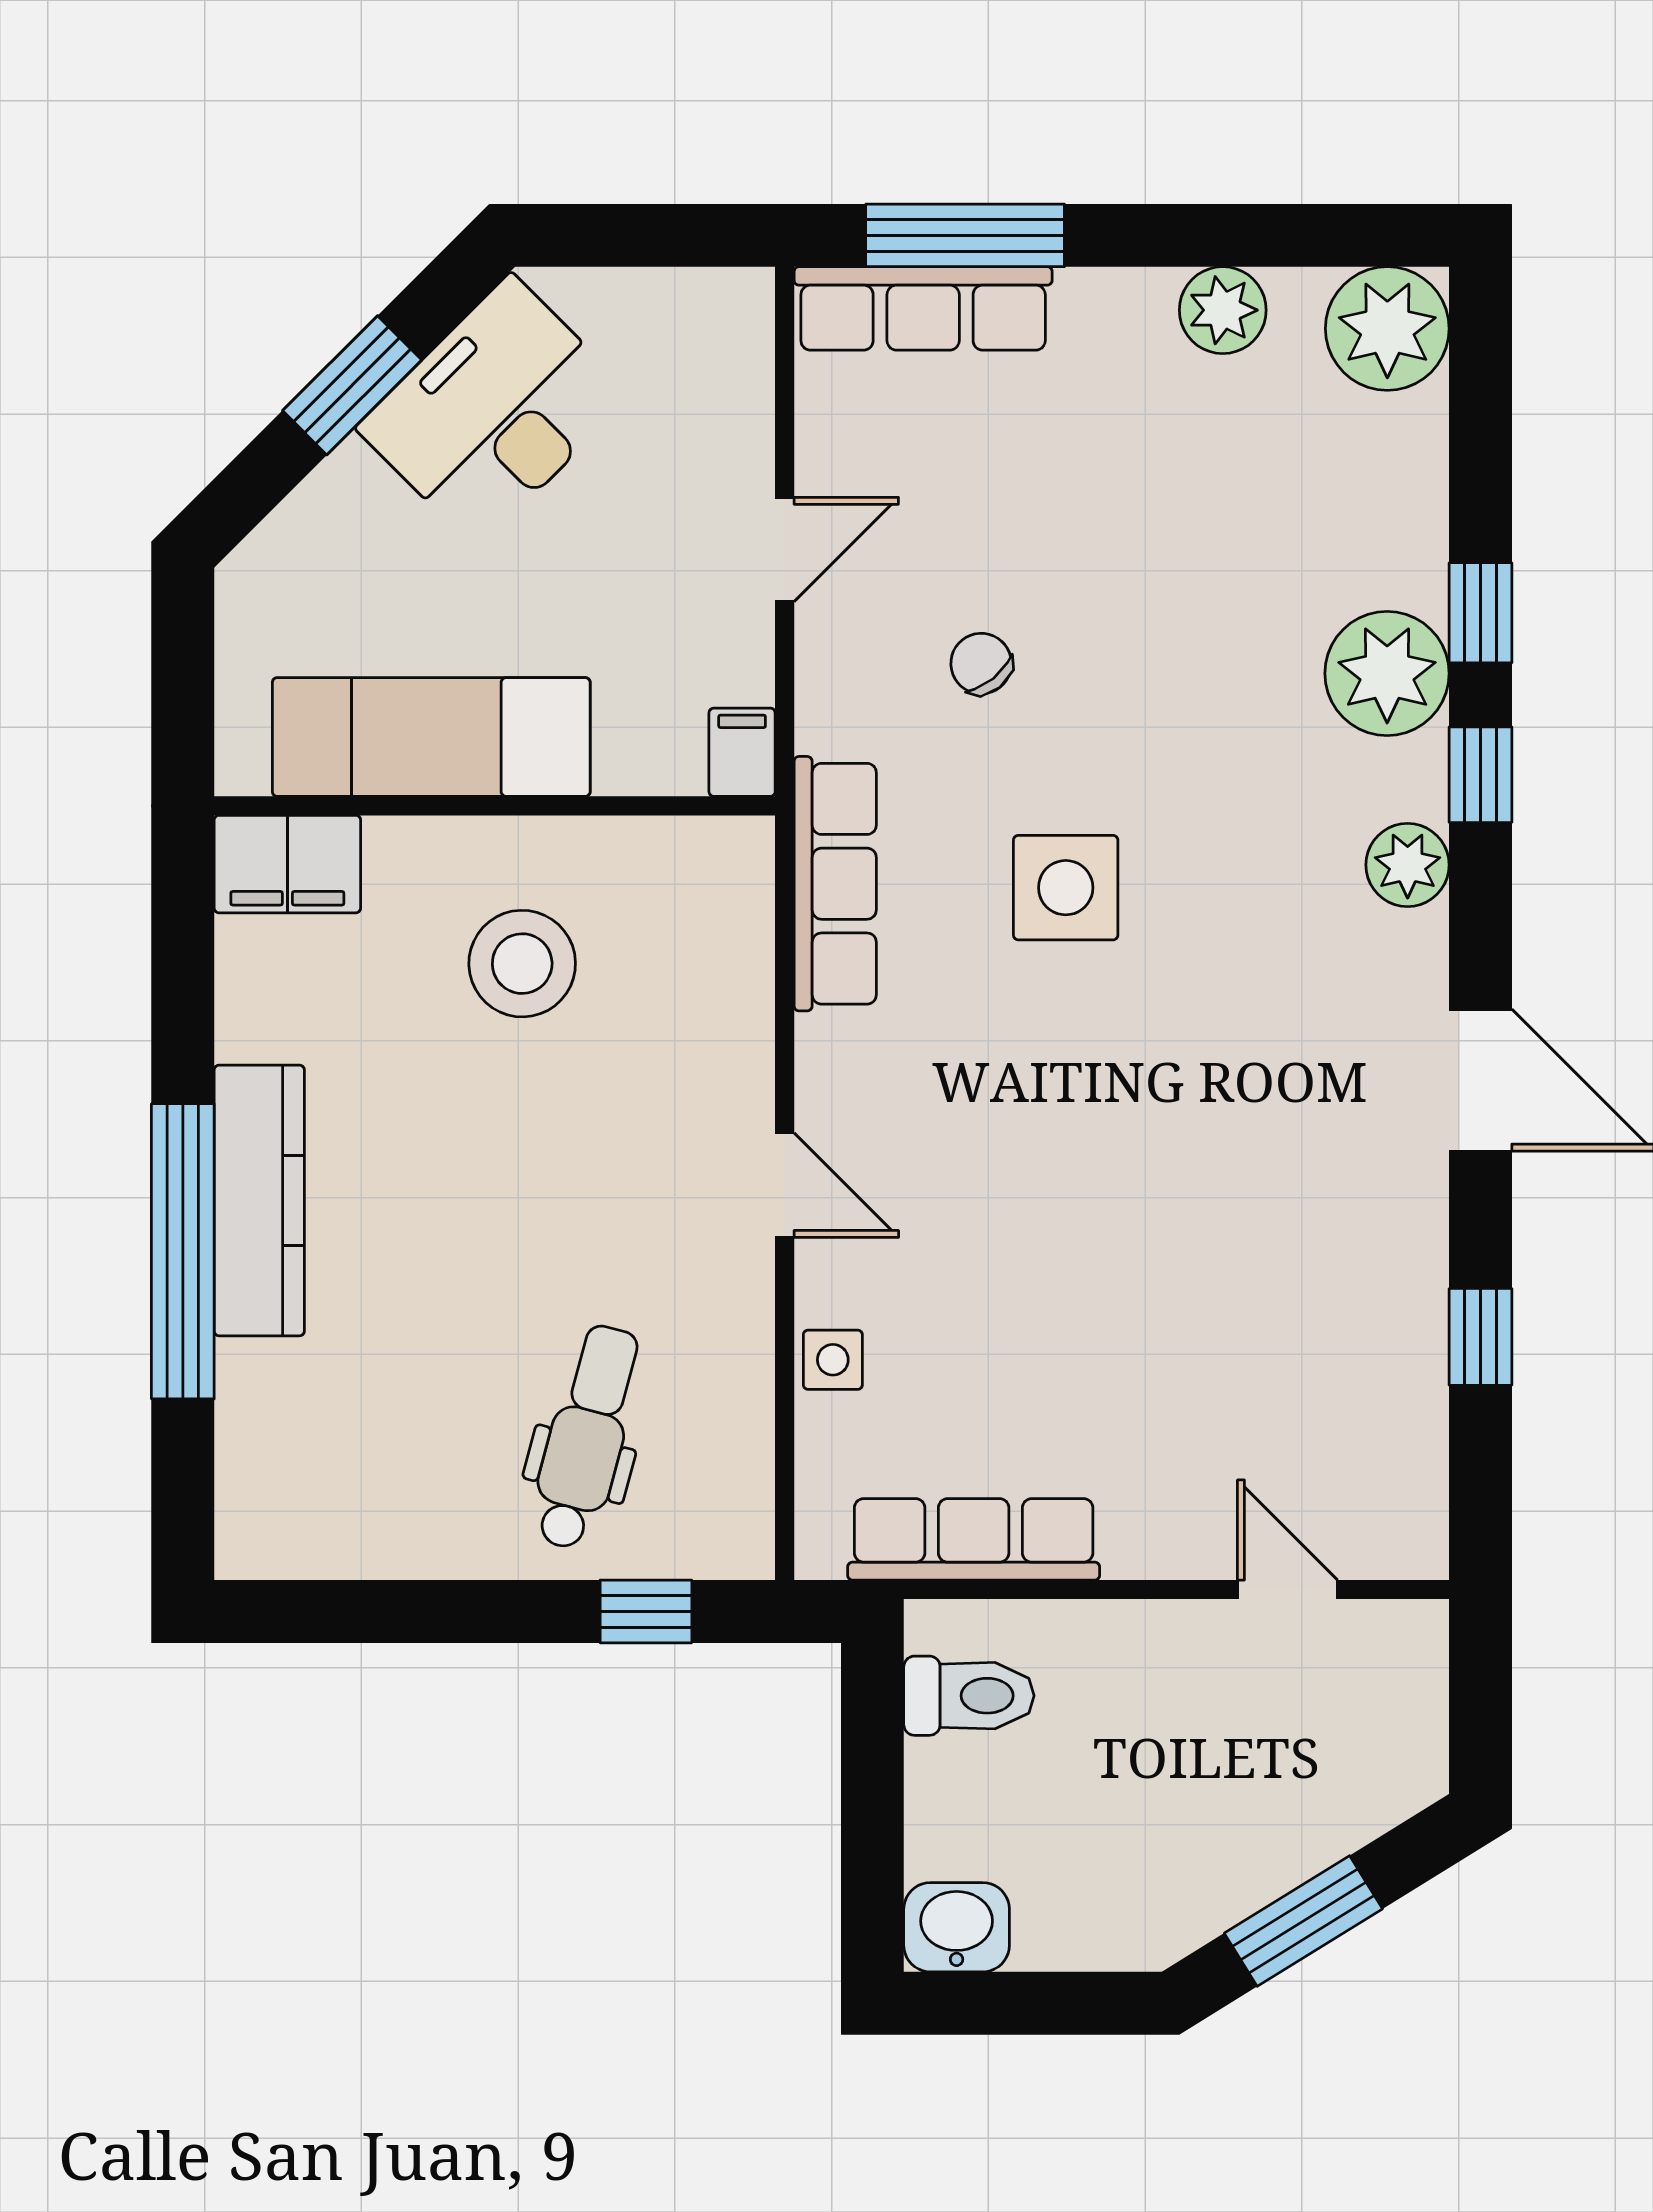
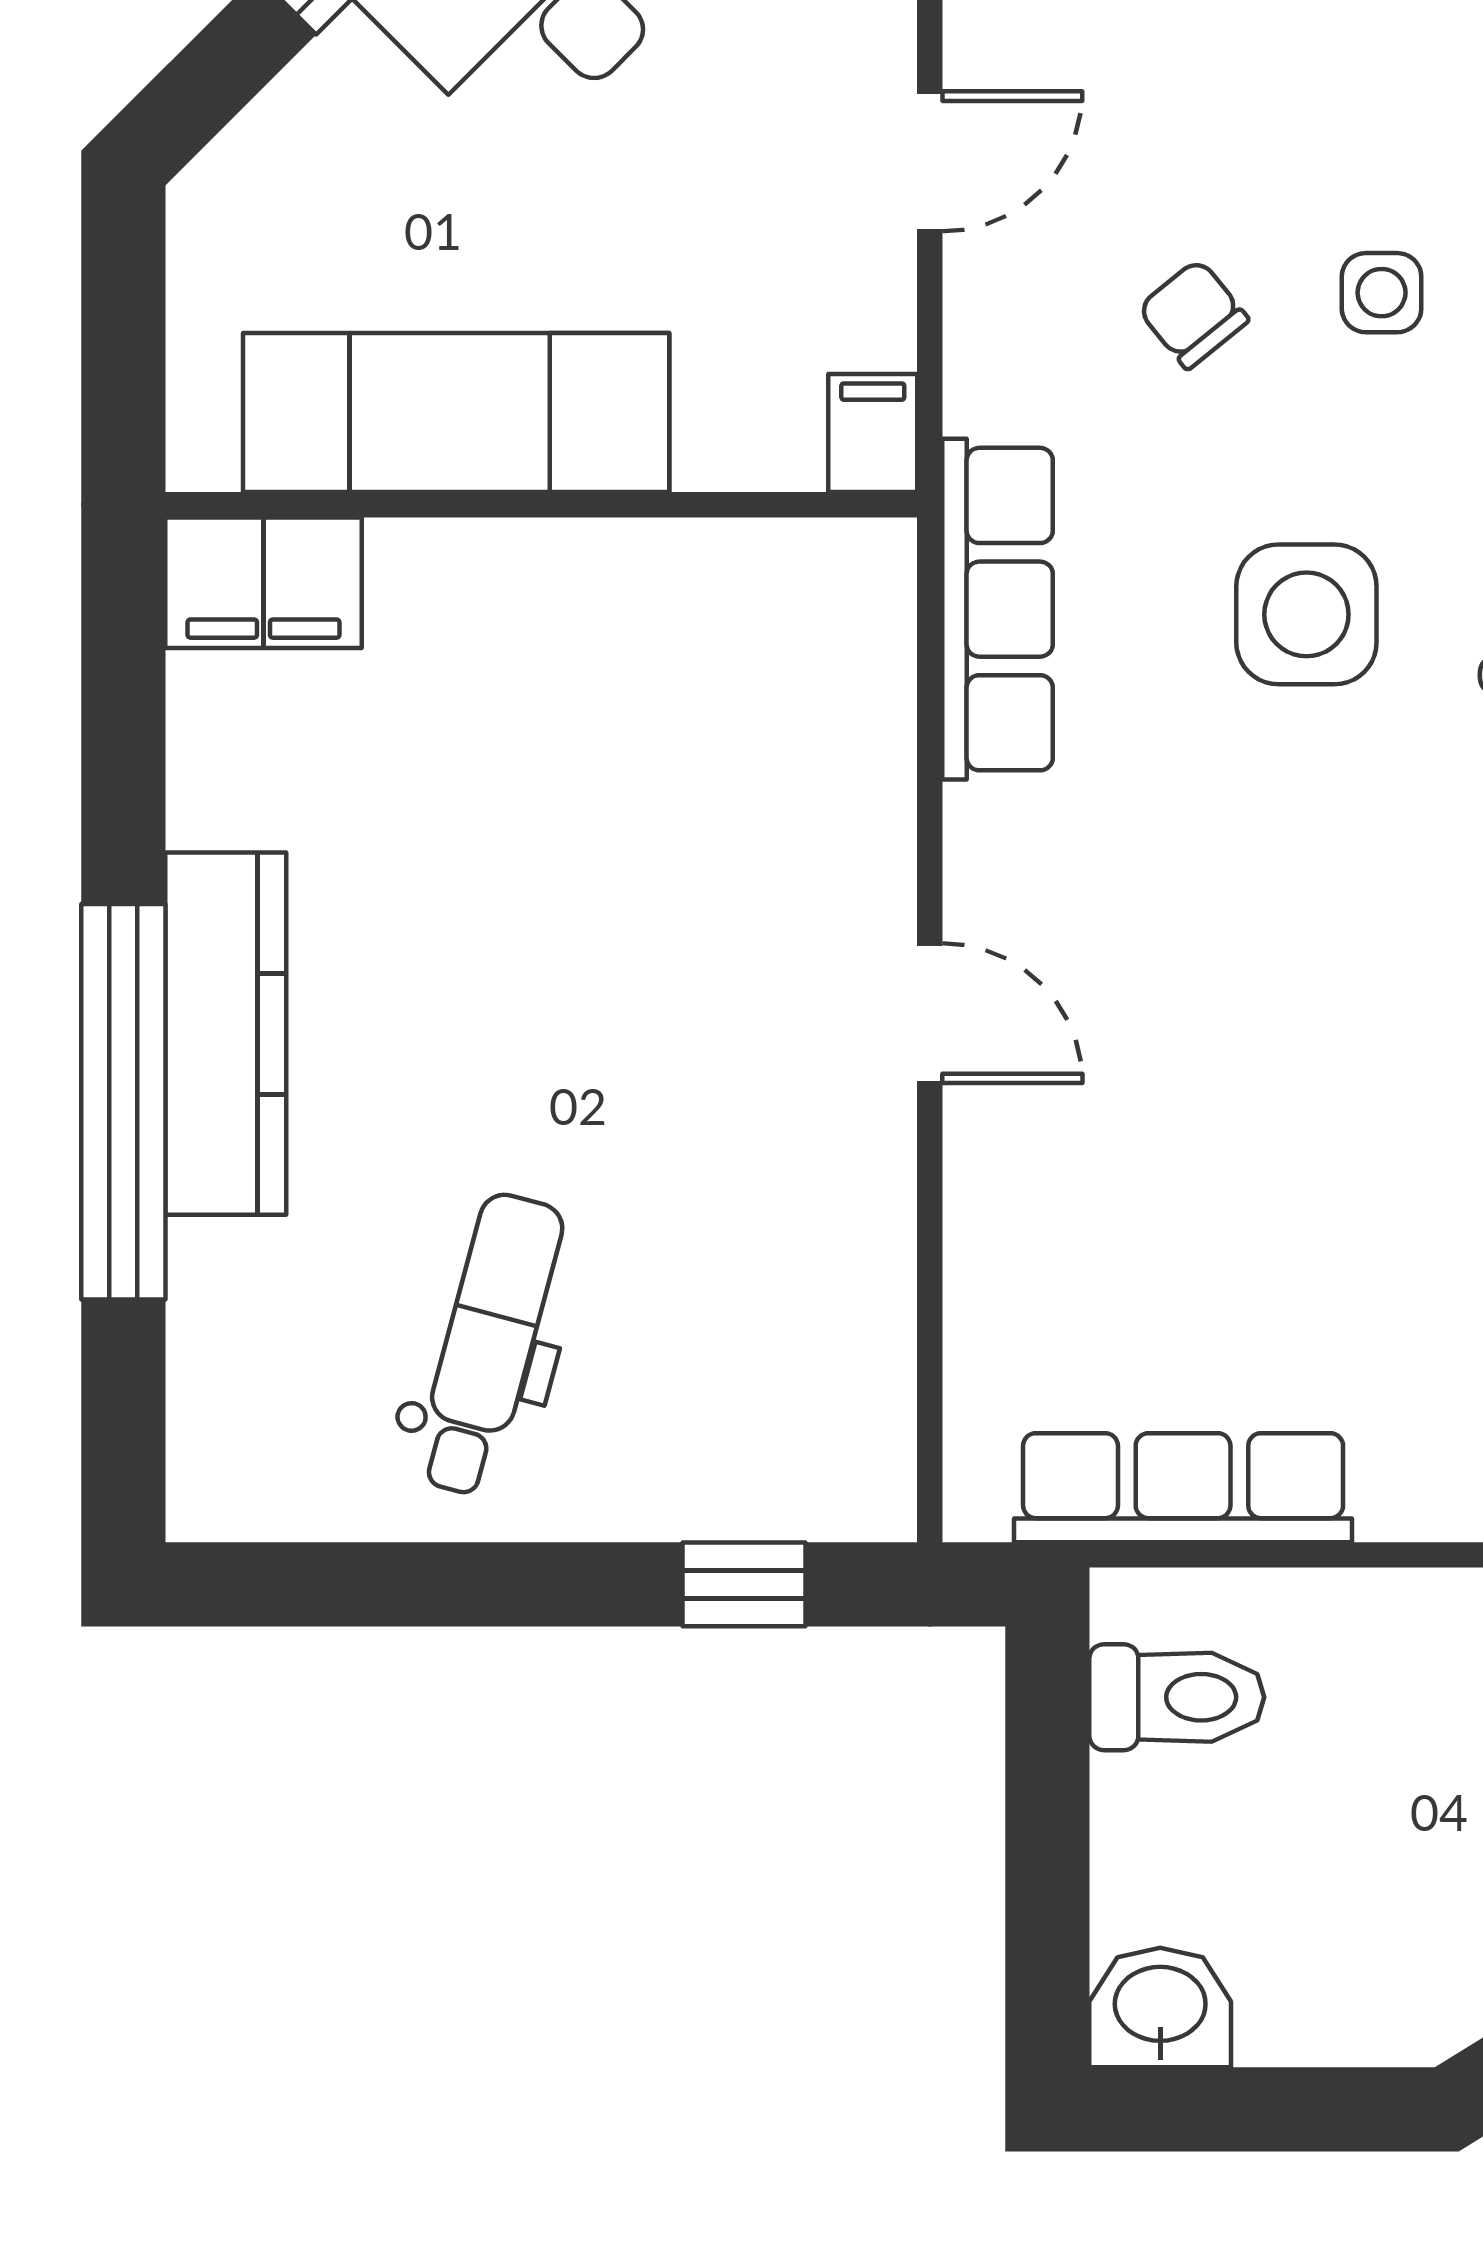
stool: (522, 964) -> (578, 716), removed
side table: (833, 1360) -> (1382, 293), moved
dental chair: (587, 1437) -> (489, 1345), moved

